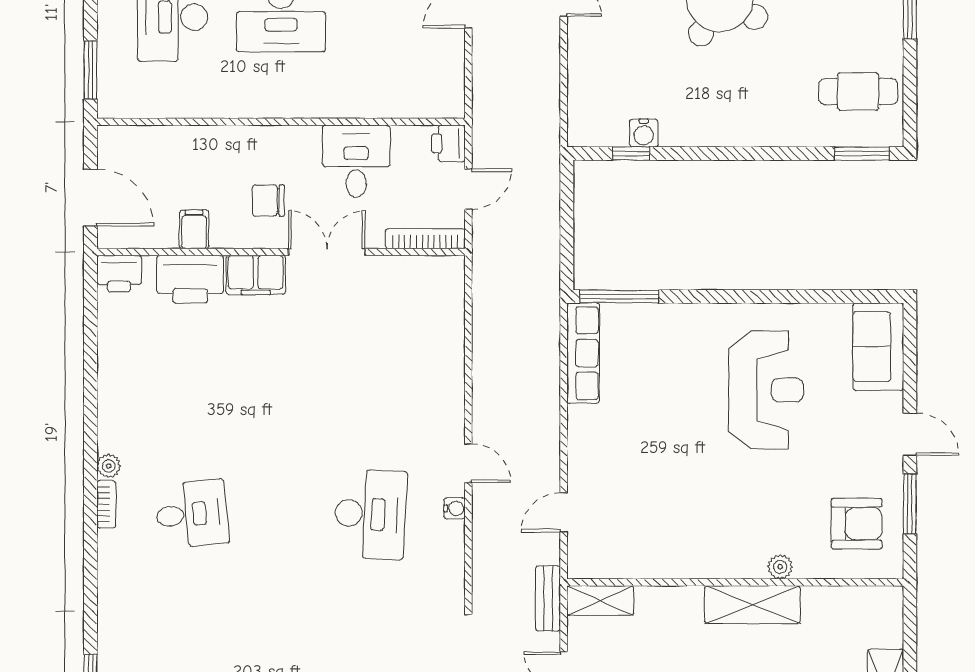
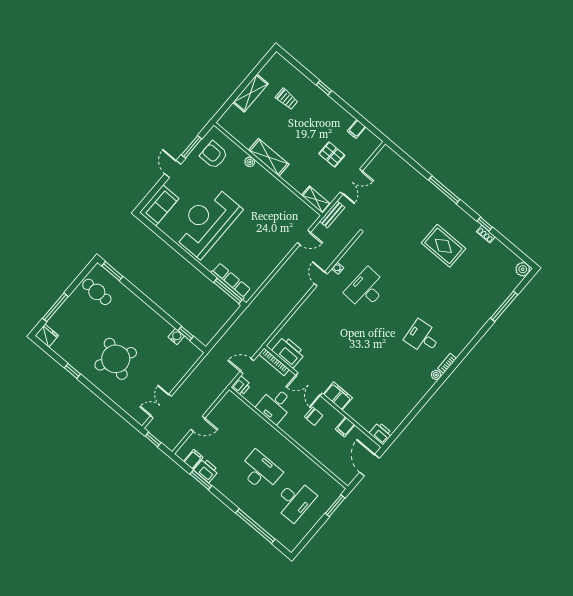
printer: (190, 279) -> (289, 352), moved
row of seats: (583, 353) -> (231, 281), moved, turned 90
reception desk: (766, 390) -> (207, 222), width x1.36, depth x1.30

